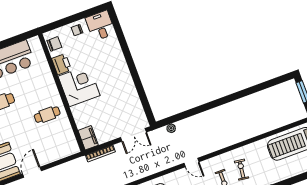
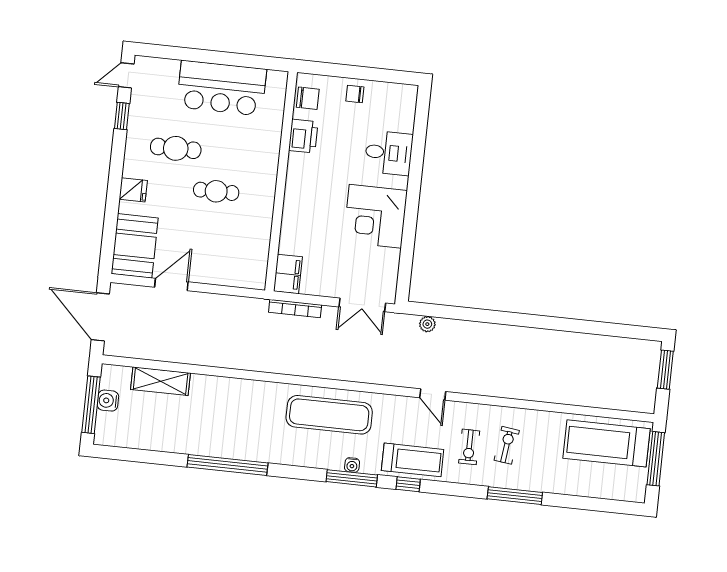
desk: (100, 26) -> (389, 153), moved, turned 90
corner desk: (79, 86) -> (375, 216), moved, turned 180
cafe table: (47, 115) -> (216, 191), moved

